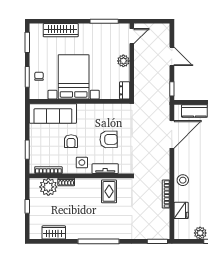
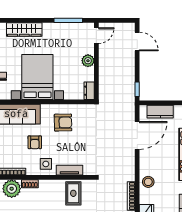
door: (172, 56) -> (137, 41), moved
armchair: (109, 139) -> (63, 123), moved

